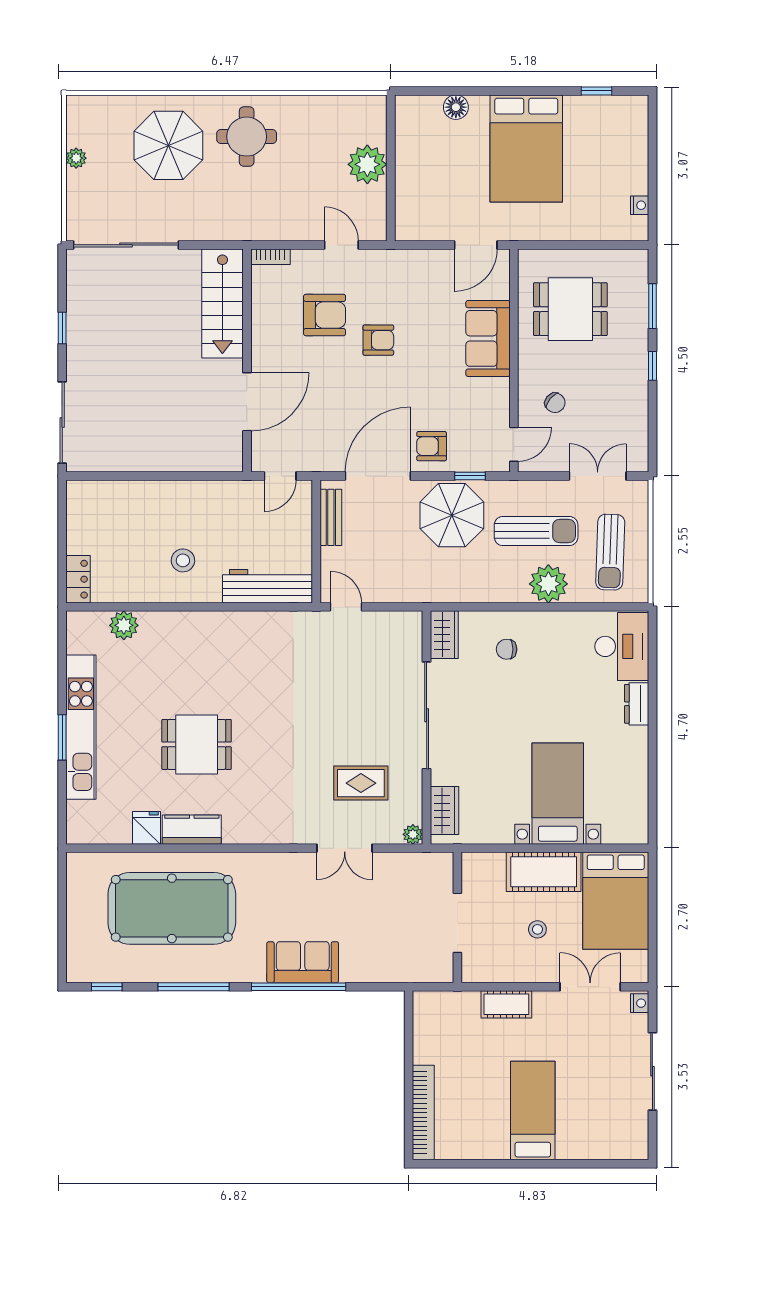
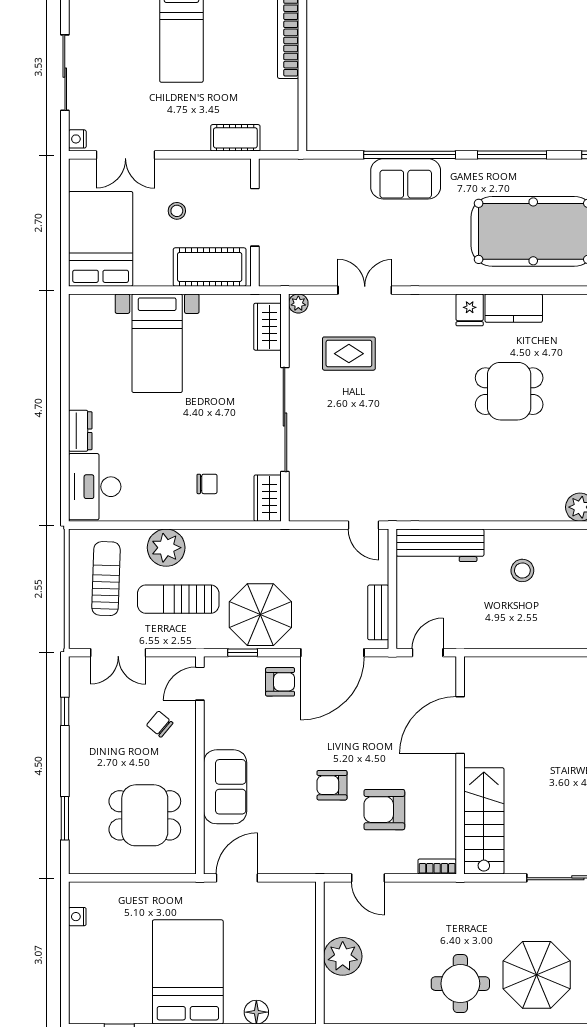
window: (652, 366) -> (65, 711), moved
fridge: (147, 828) -> (470, 310), moved
cot: (544, 872) -> (210, 267), moved
cot: (506, 1004) -> (235, 138), moved

